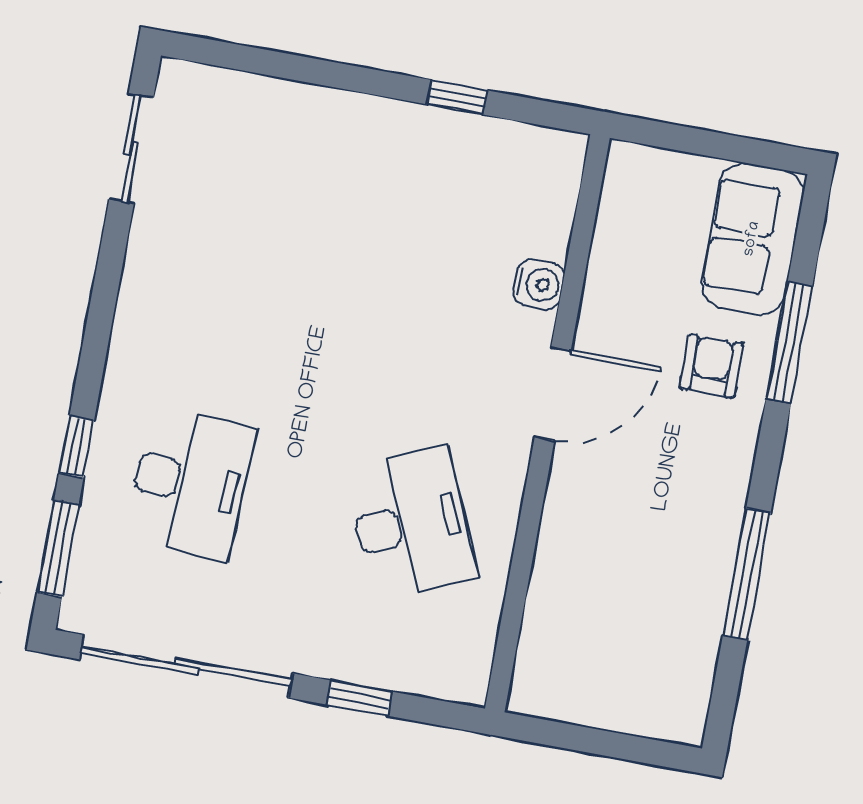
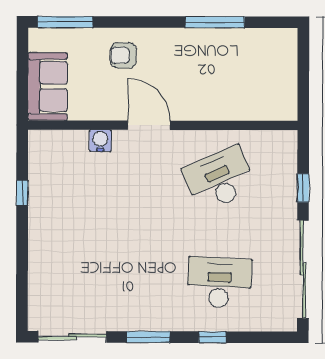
sliding door: (131, 148) -> (72, 337), width x1.37
sofa: (752, 239) -> (48, 86), moved, turned -90
window: (789, 342) -> (65, 22), moved
window: (58, 548) -> (148, 337), moved

